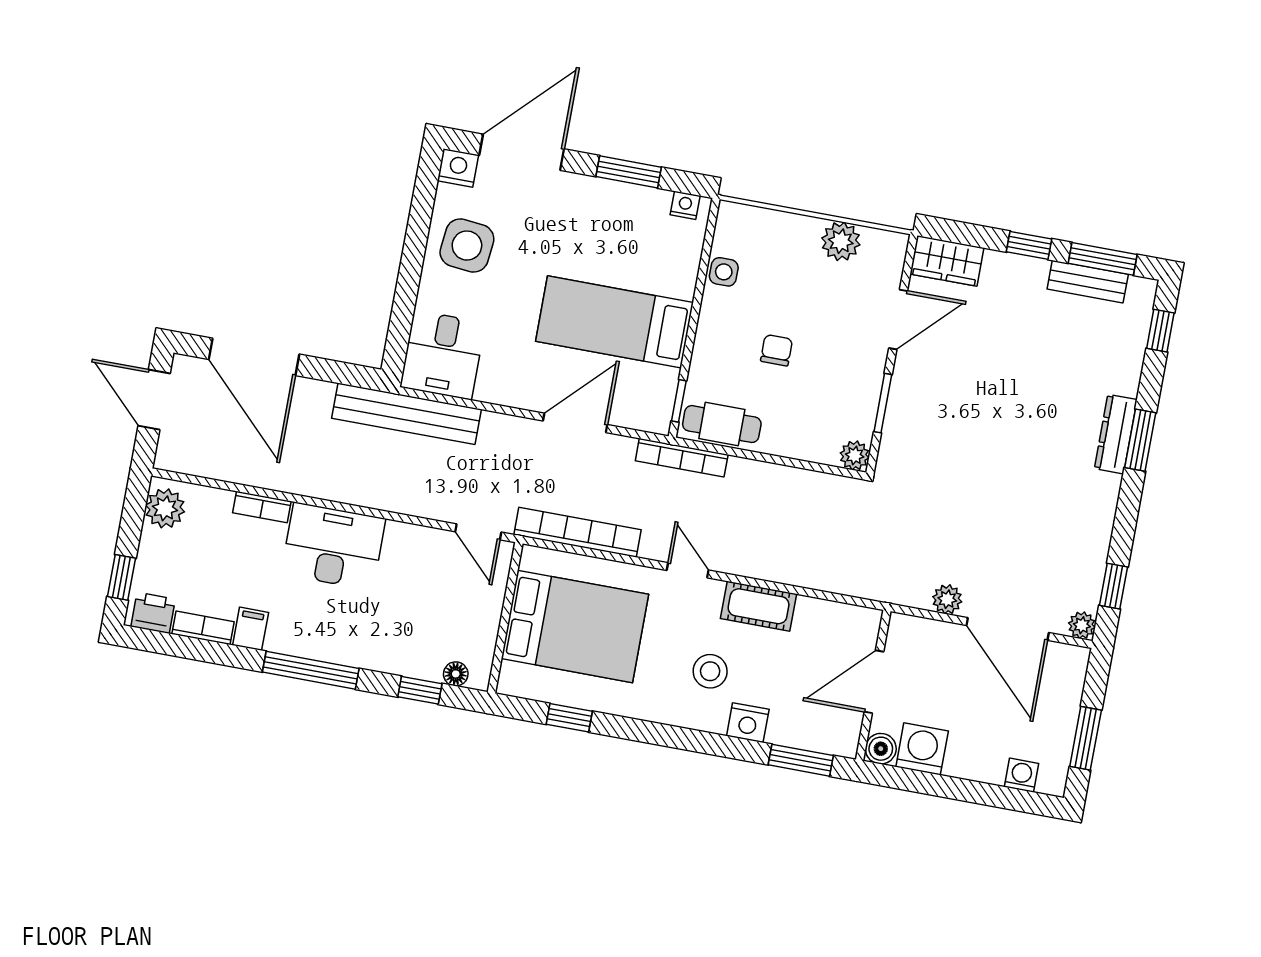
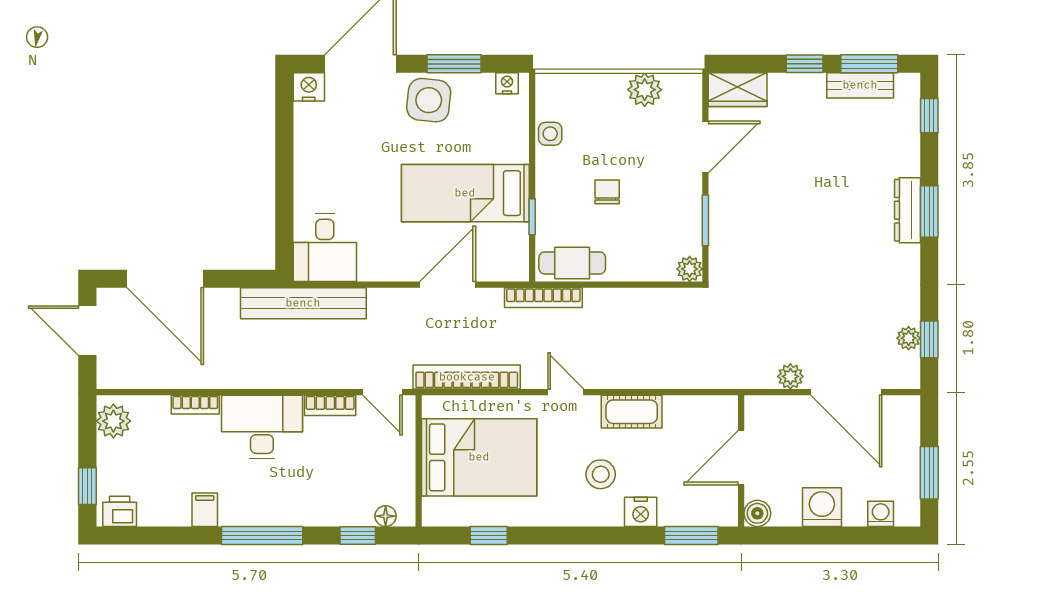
side table: (467, 246) -> (429, 100), moved
window: (679, 401) -> (532, 217), moved
plant: (1082, 625) -> (909, 338), moved
bookcase: (203, 628) -> (330, 405), moved, turned 180
washing machine: (922, 749) -> (822, 507), moved

